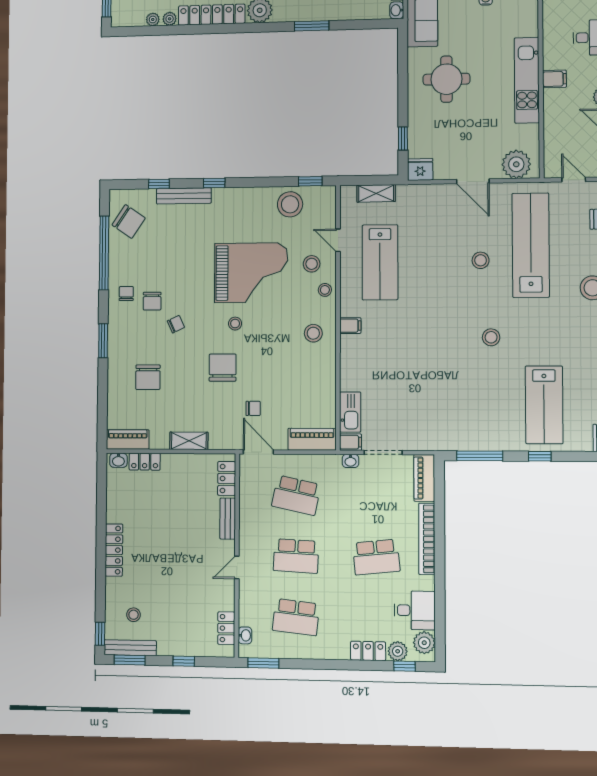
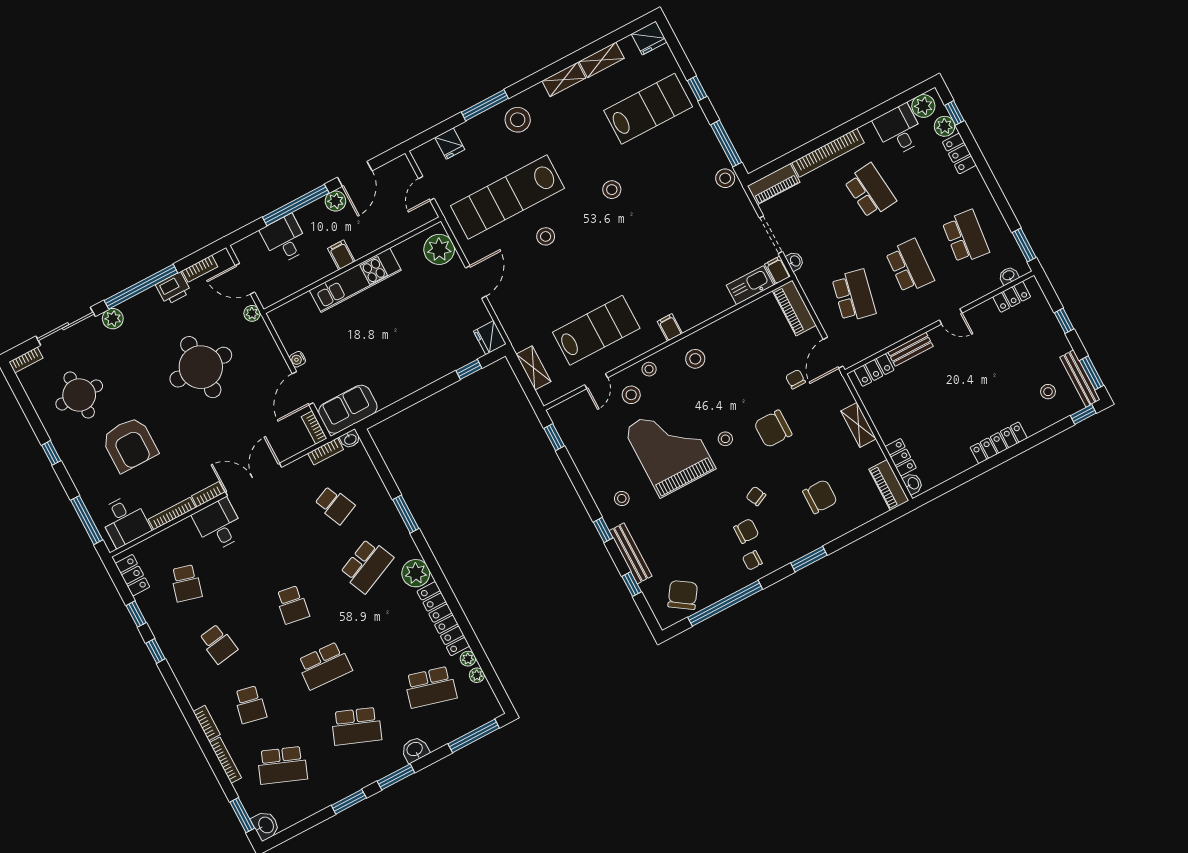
round table: (446, 79) -> (392, 357), removed
stool: (290, 204) -> (622, 498), moved, width x0.53, depth x0.53
stool: (451, 439) -> (725, 178), added

